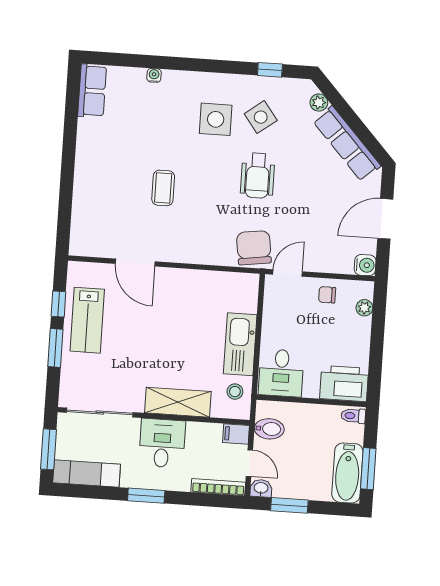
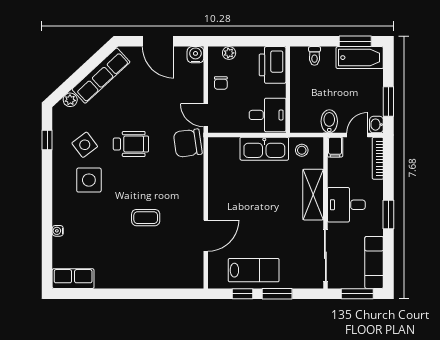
desk: (281, 373) -> (268, 115), moved
printer: (344, 384) -> (273, 65), moved
wall: (311, 401) -> (288, 90), moved

